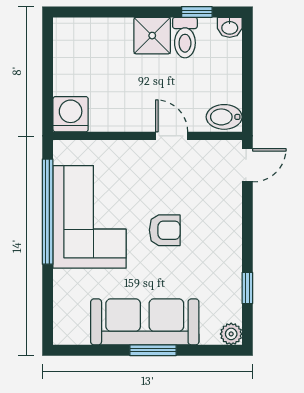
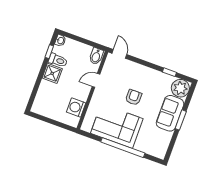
washing machine: (71, 114) -> (76, 107), moved
window: (48, 212) -> (123, 148), moved
sofa: (145, 322) -> (170, 113), width x0.73
plant: (231, 334) -> (180, 88), width x1.88, depth x1.88

